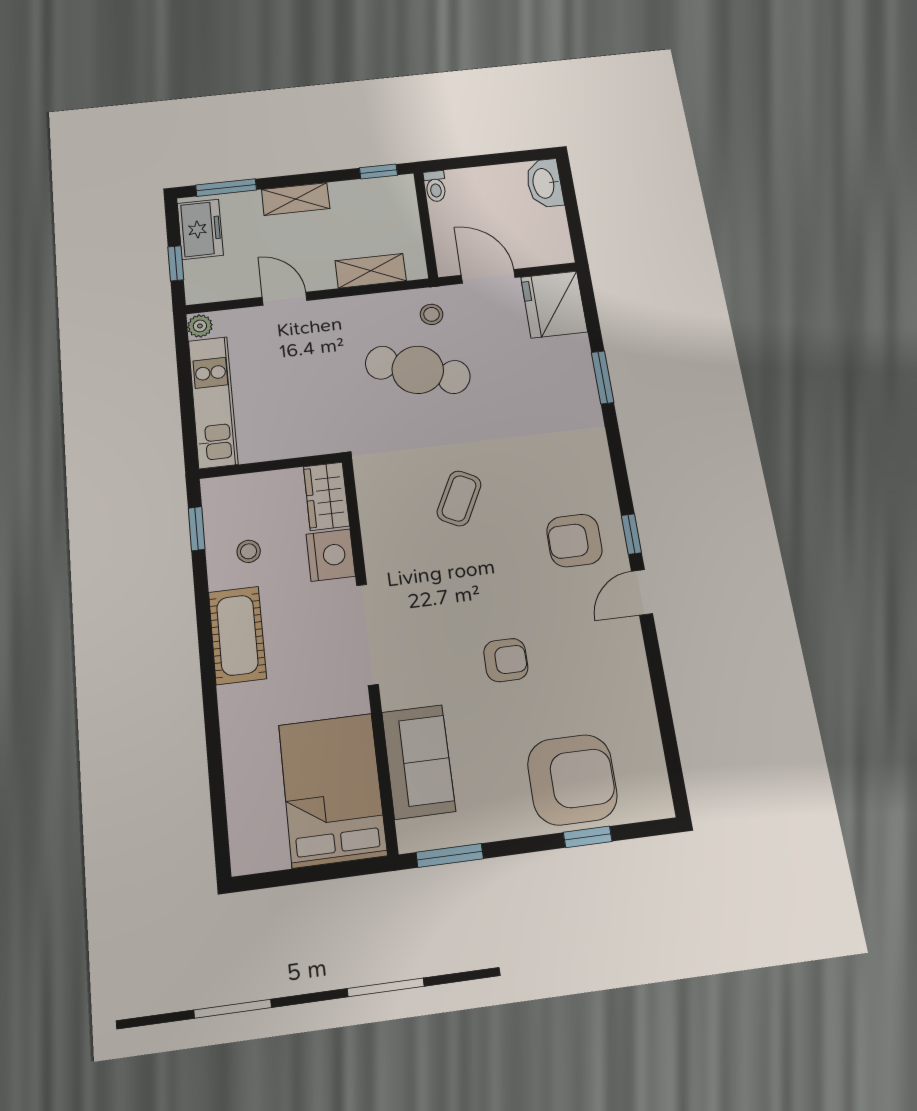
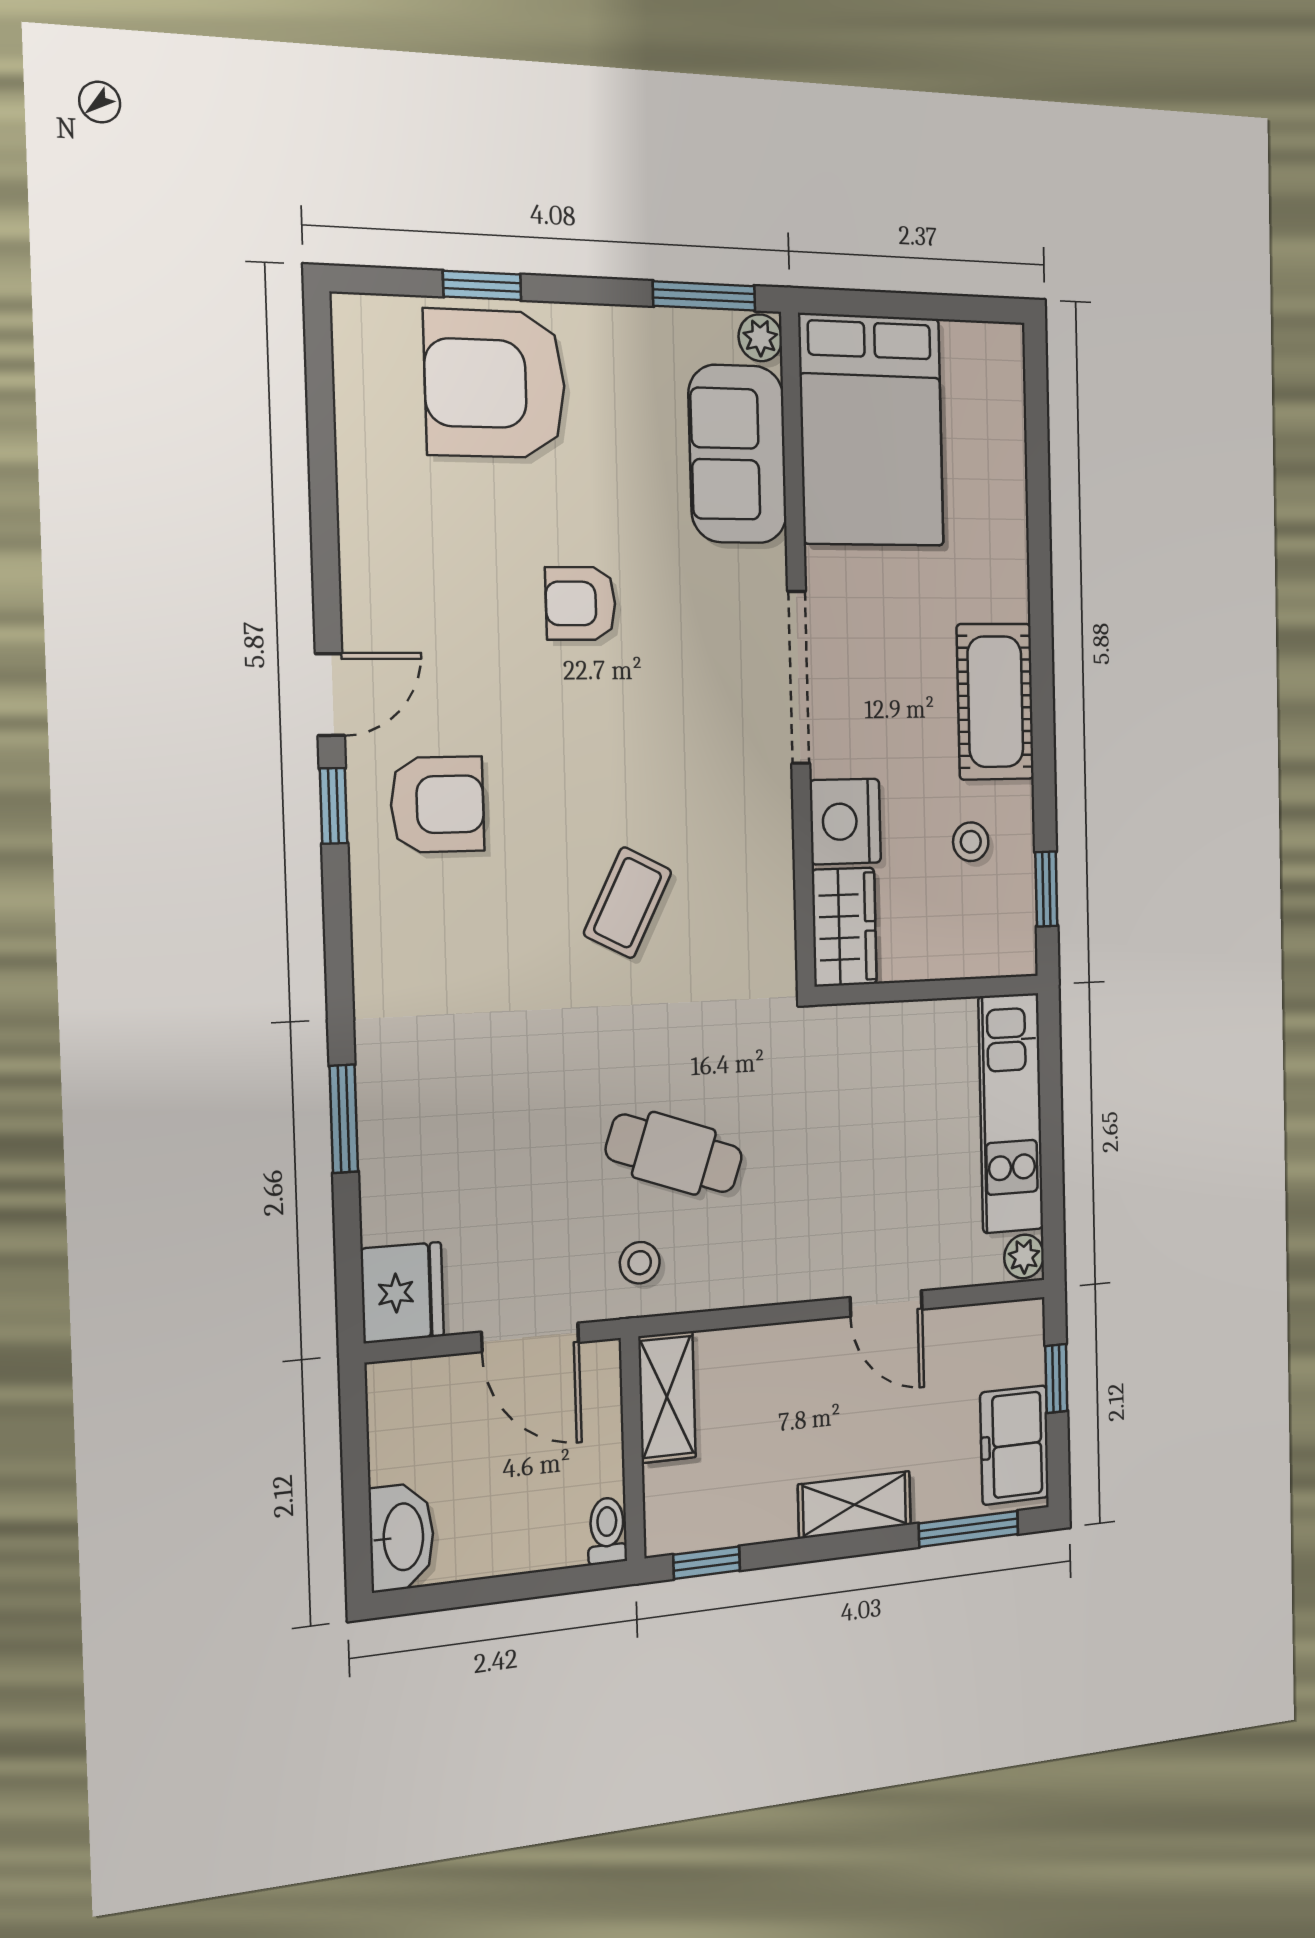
shelving: (371, 271) -> (667, 1397), moved, turned 90
fridge: (554, 304) -> (402, 1293), width x0.73, depth x0.75
cafe table: (418, 370) -> (674, 1153), width x0.73, depth x0.74
plant: (411, 836) -> (760, 338), added

